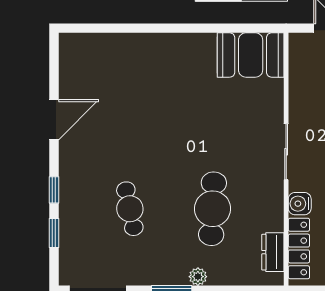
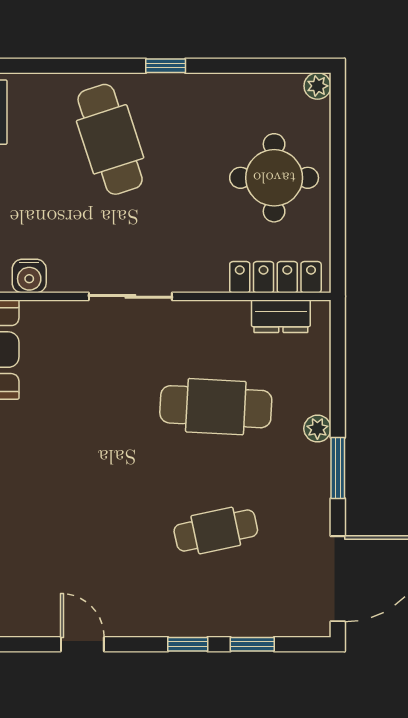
door: (54, 120) -> (82, 644), width x0.73
water cooler: (300, 204) -> (29, 276), moved

